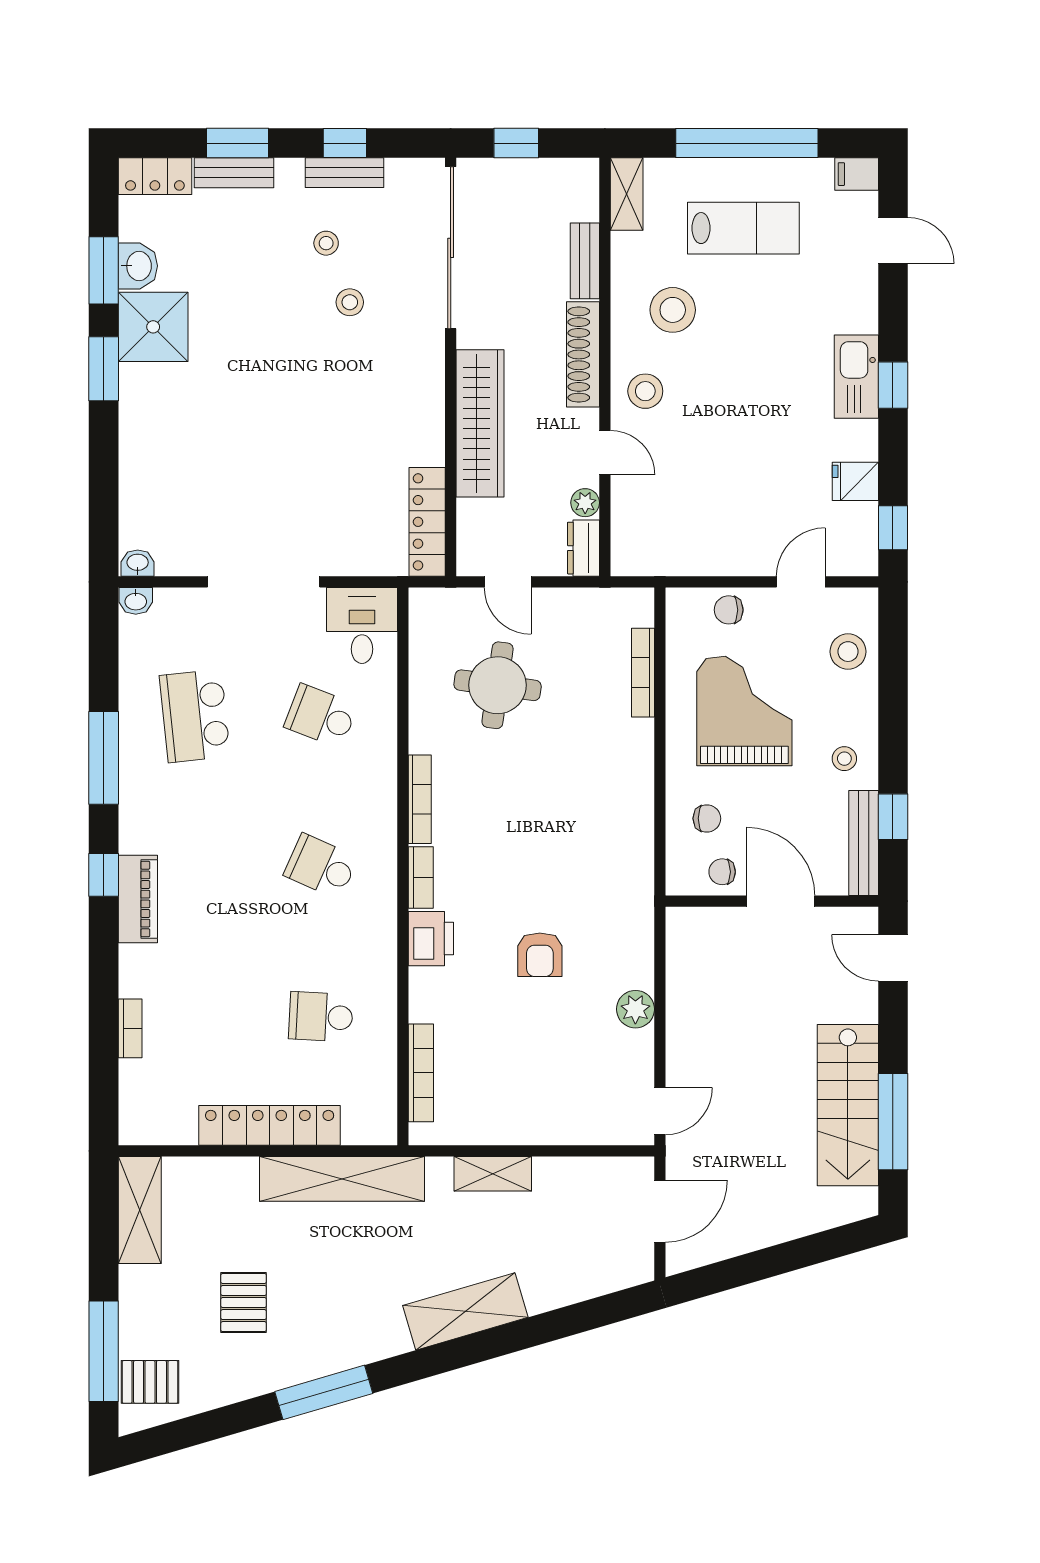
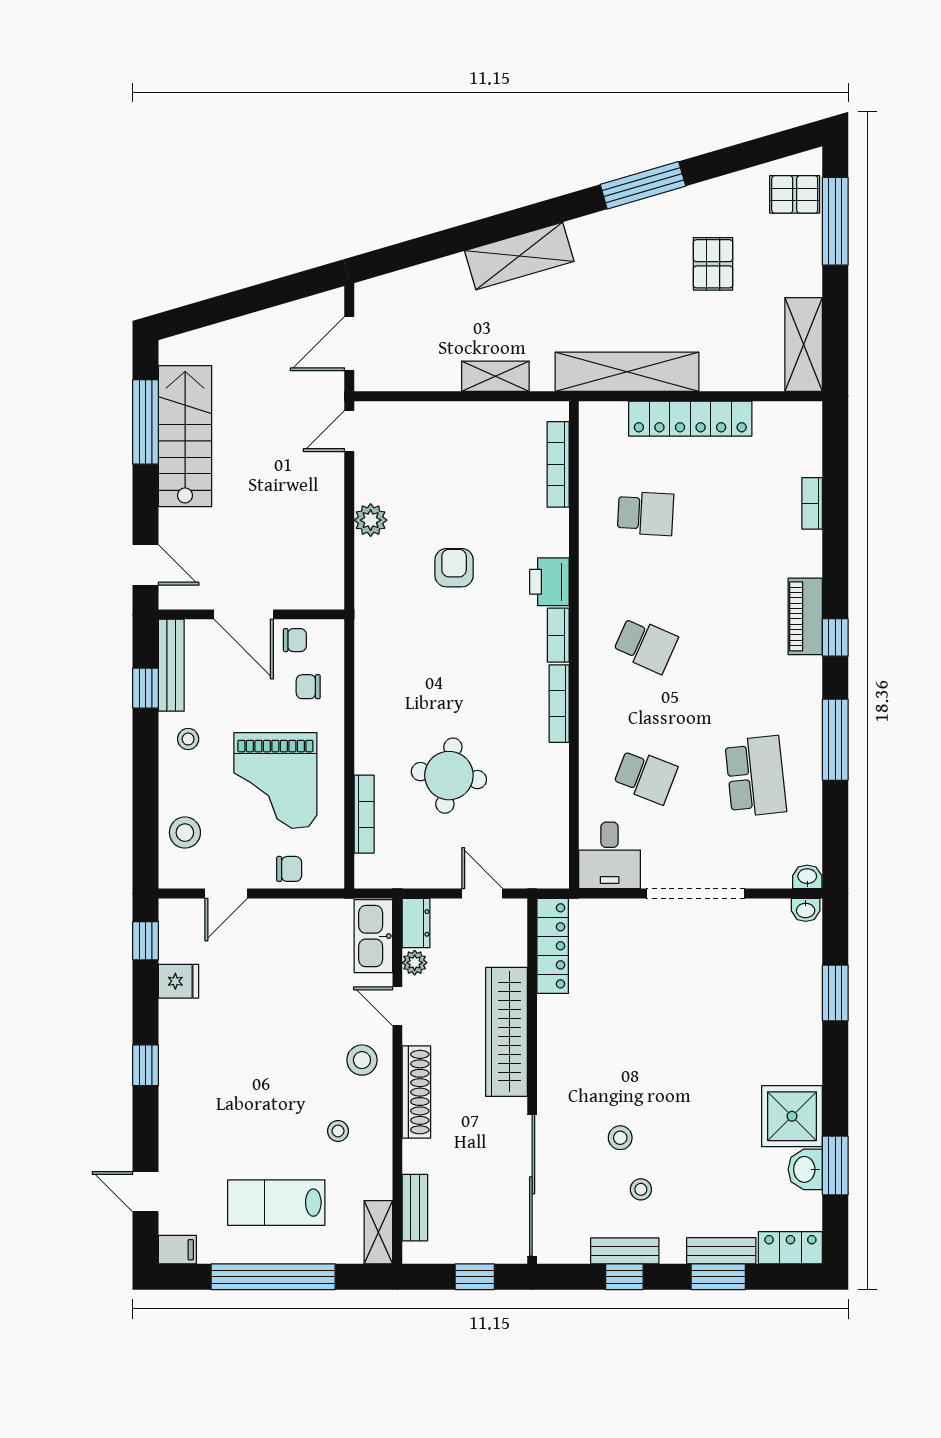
bench: (585, 261) -> (415, 1208), moved
stool: (673, 310) -> (338, 1131), width x0.53, depth x0.53
window: (104, 369) -> (835, 993), moved
kitchen sink: (856, 377) -> (373, 936), moved, turned 180
round table: (498, 685) -> (449, 776), moved

